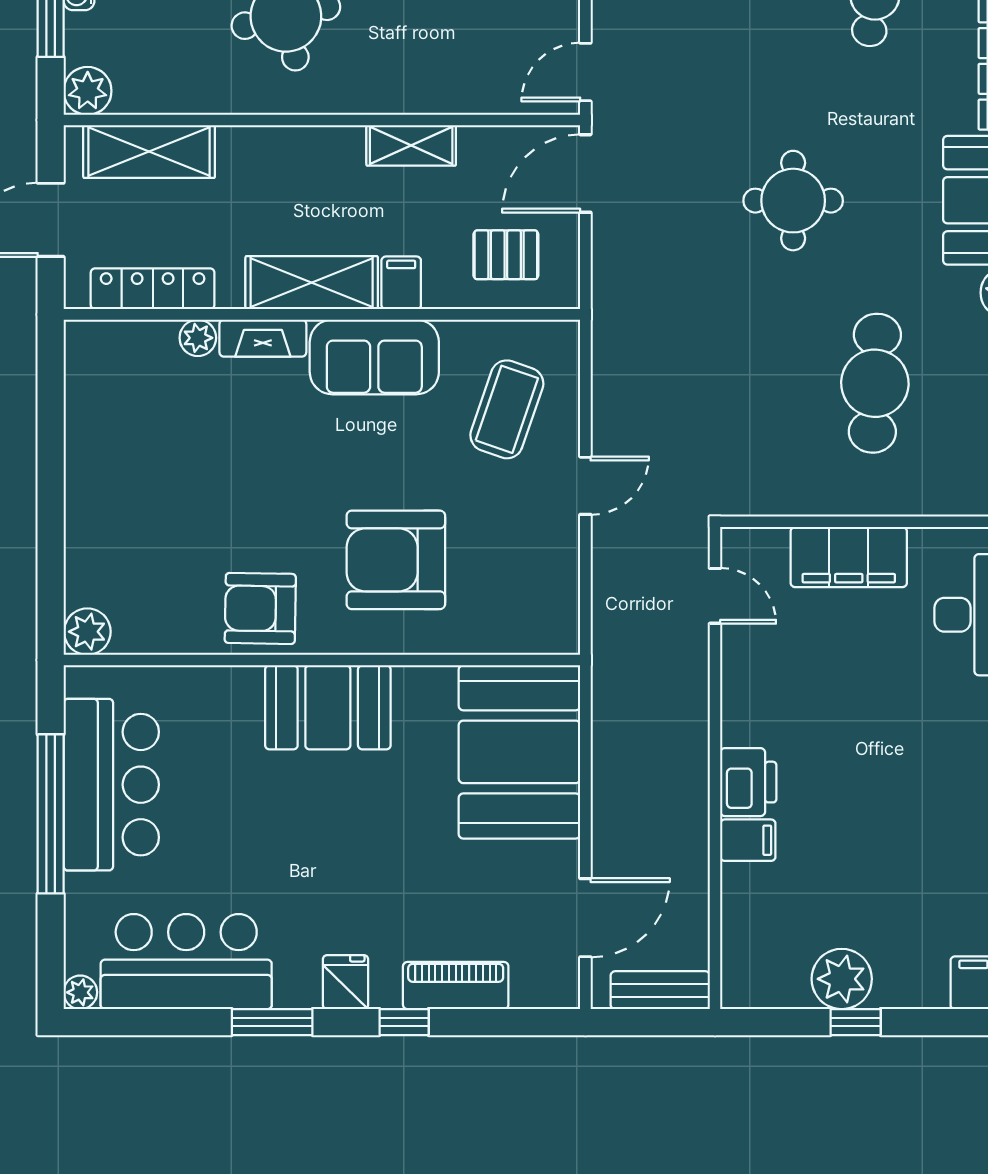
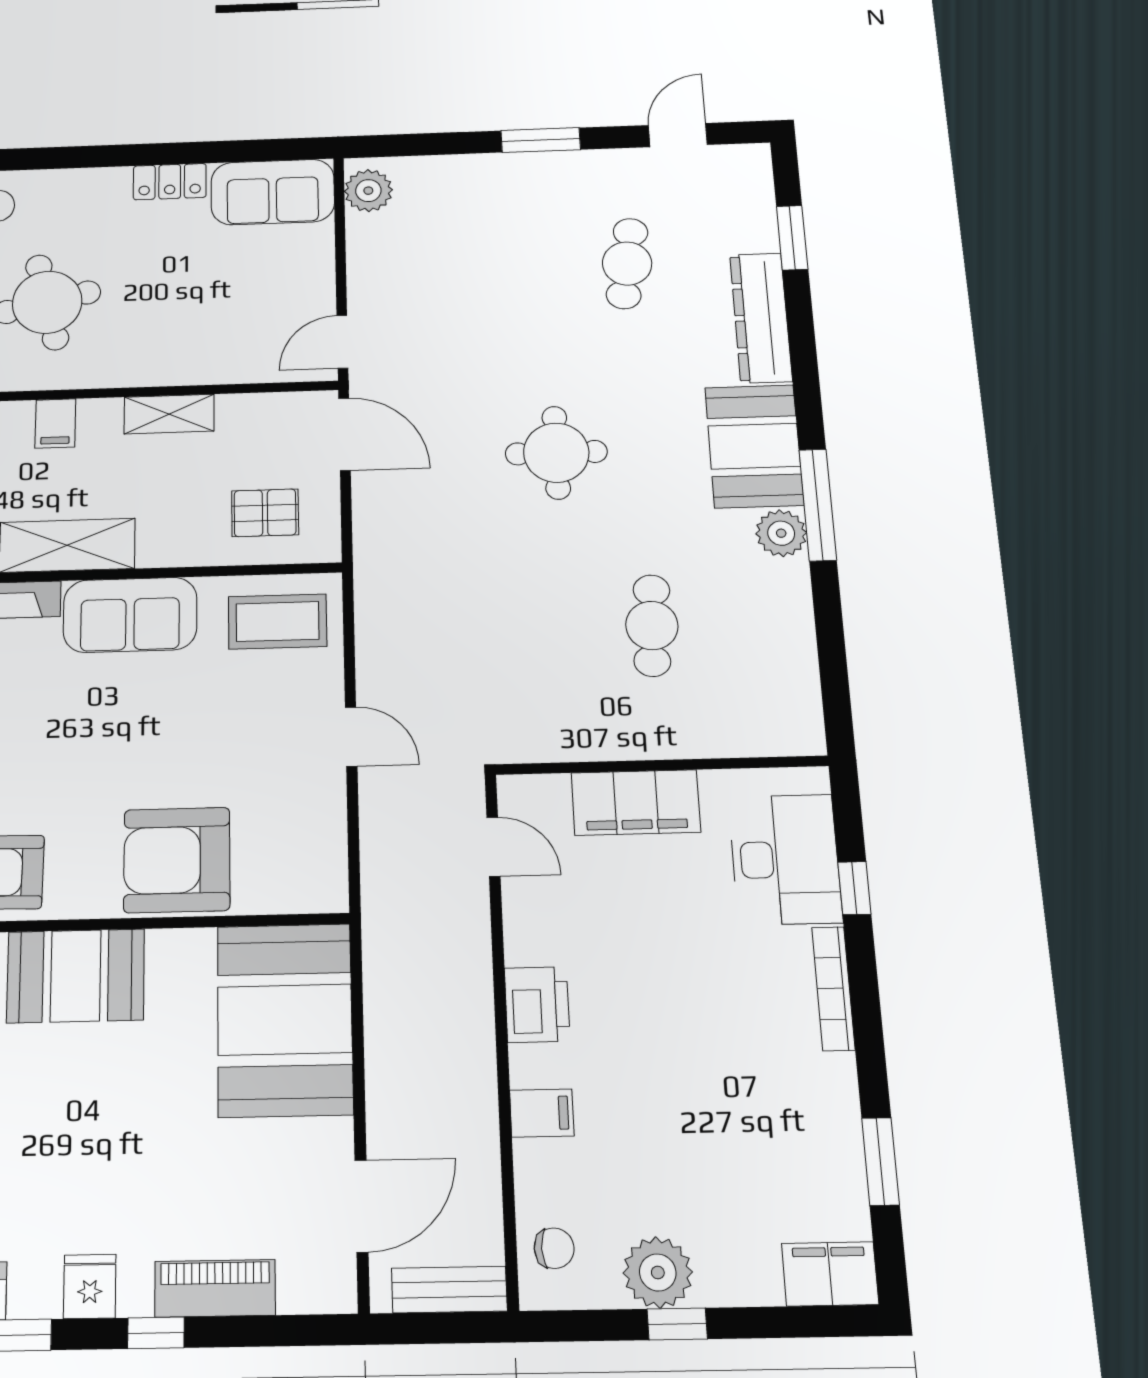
door: (585, 173) -> (344, 434), swing flipped
filing cabinet: (401, 283) -> (55, 423), moved, turned 180
cafe table: (875, 383) -> (652, 625), width x0.73, depth x0.74
coffee table: (507, 409) -> (278, 622), moved, turned 71
door: (585, 486) -> (351, 737), hinge flipped
armchair: (396, 560) -> (177, 860), moved
printer: (748, 782) -> (537, 1005), moved
chair: (753, 957) -> (554, 1248), added

